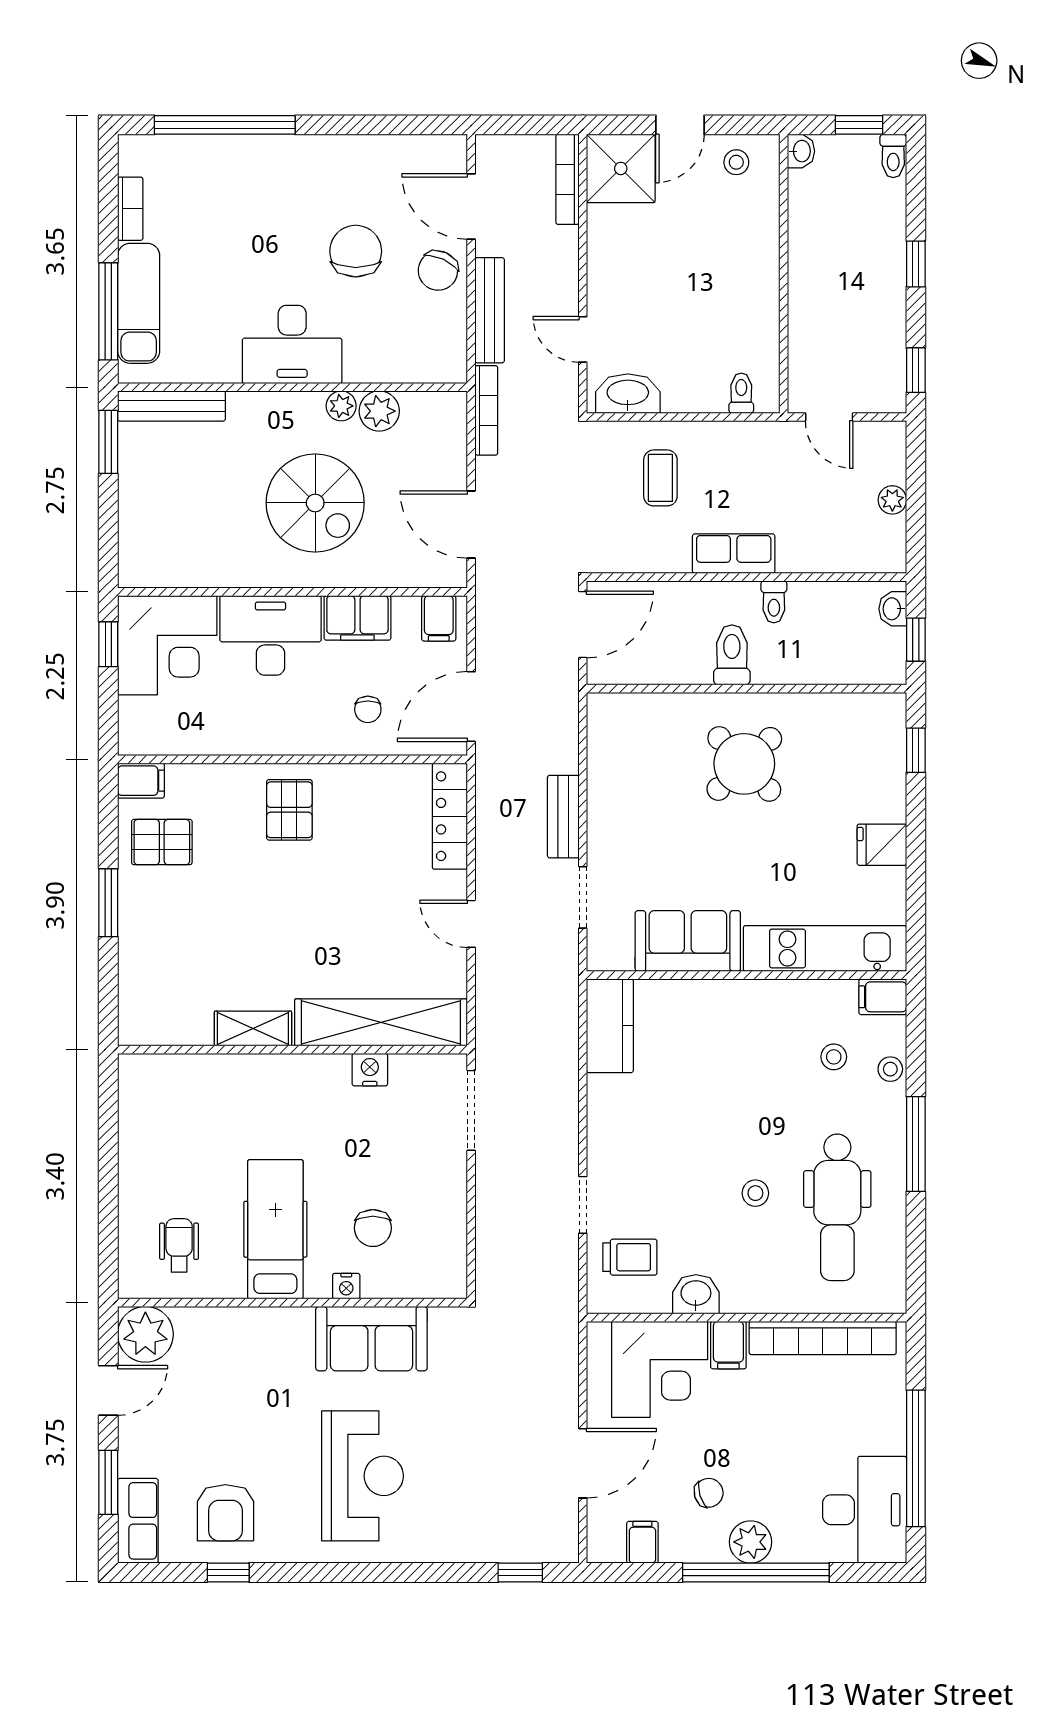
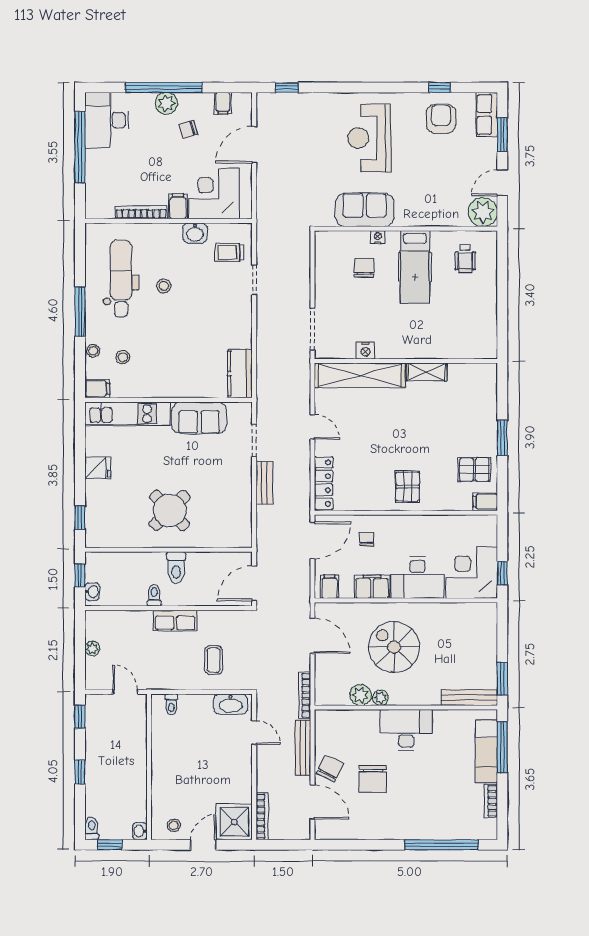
bookcase: (823, 1338) -> (141, 212), width x0.68, depth x0.76

